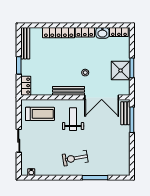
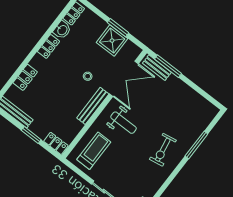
locker: (59, 33) -> (25, 77), width x0.66
weight bench: (73, 119) -> (124, 123), turned 180

